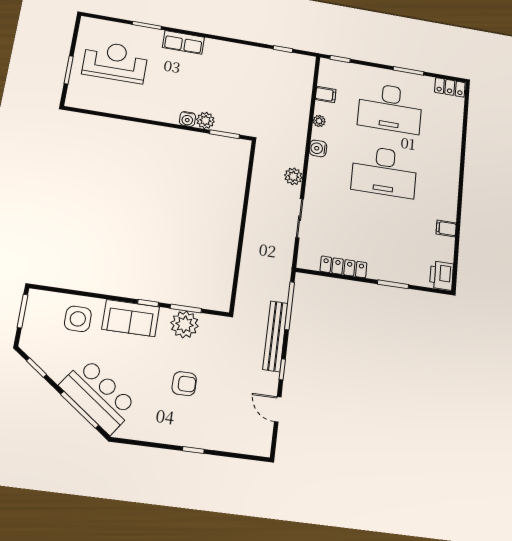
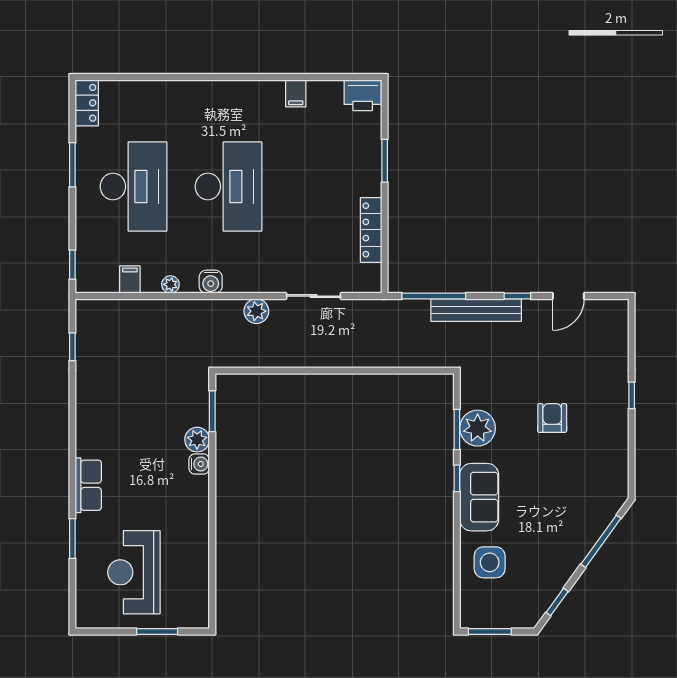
bar counter: (98, 396) -> (581, 521), removed

